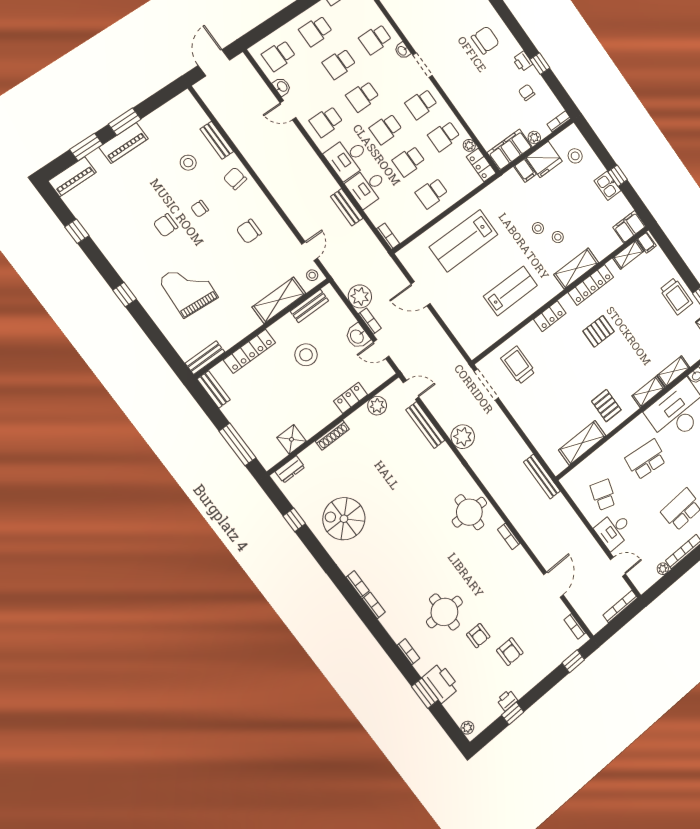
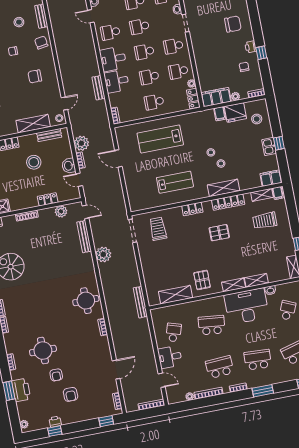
trolley: (676, 296) -> (265, 221), moved, turned 90

